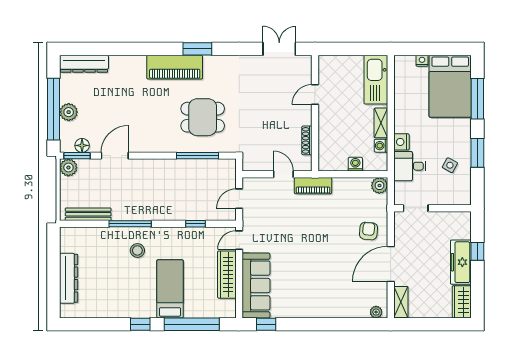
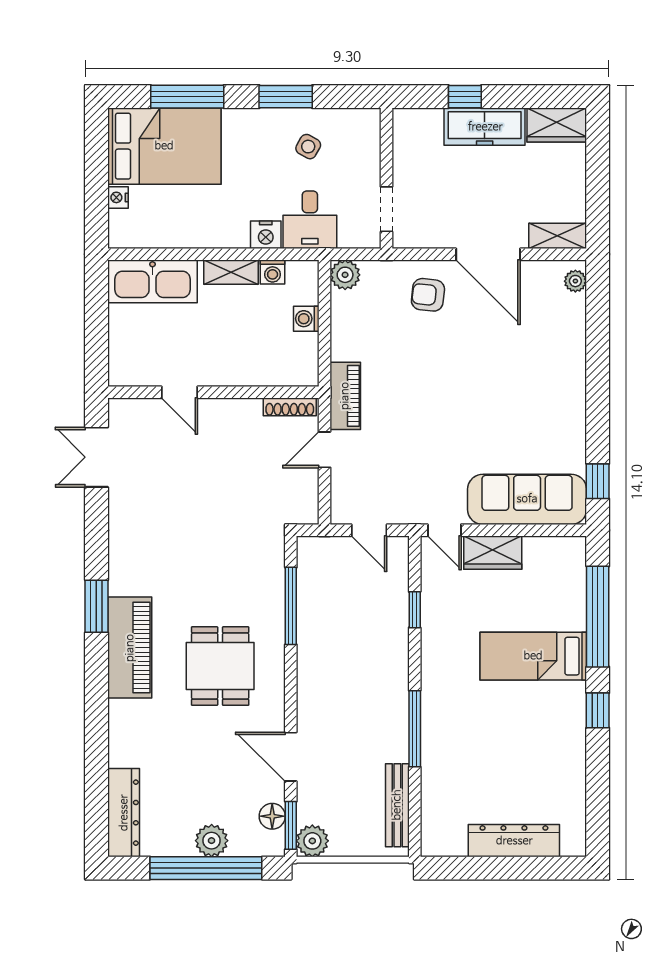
dining table: (203, 117) -> (220, 666), moved
shoe rack: (307, 140) -> (290, 407), moved
stool: (137, 250) -> (463, 715), removed
wardrobe: (227, 275) -> (493, 553), width x0.67

